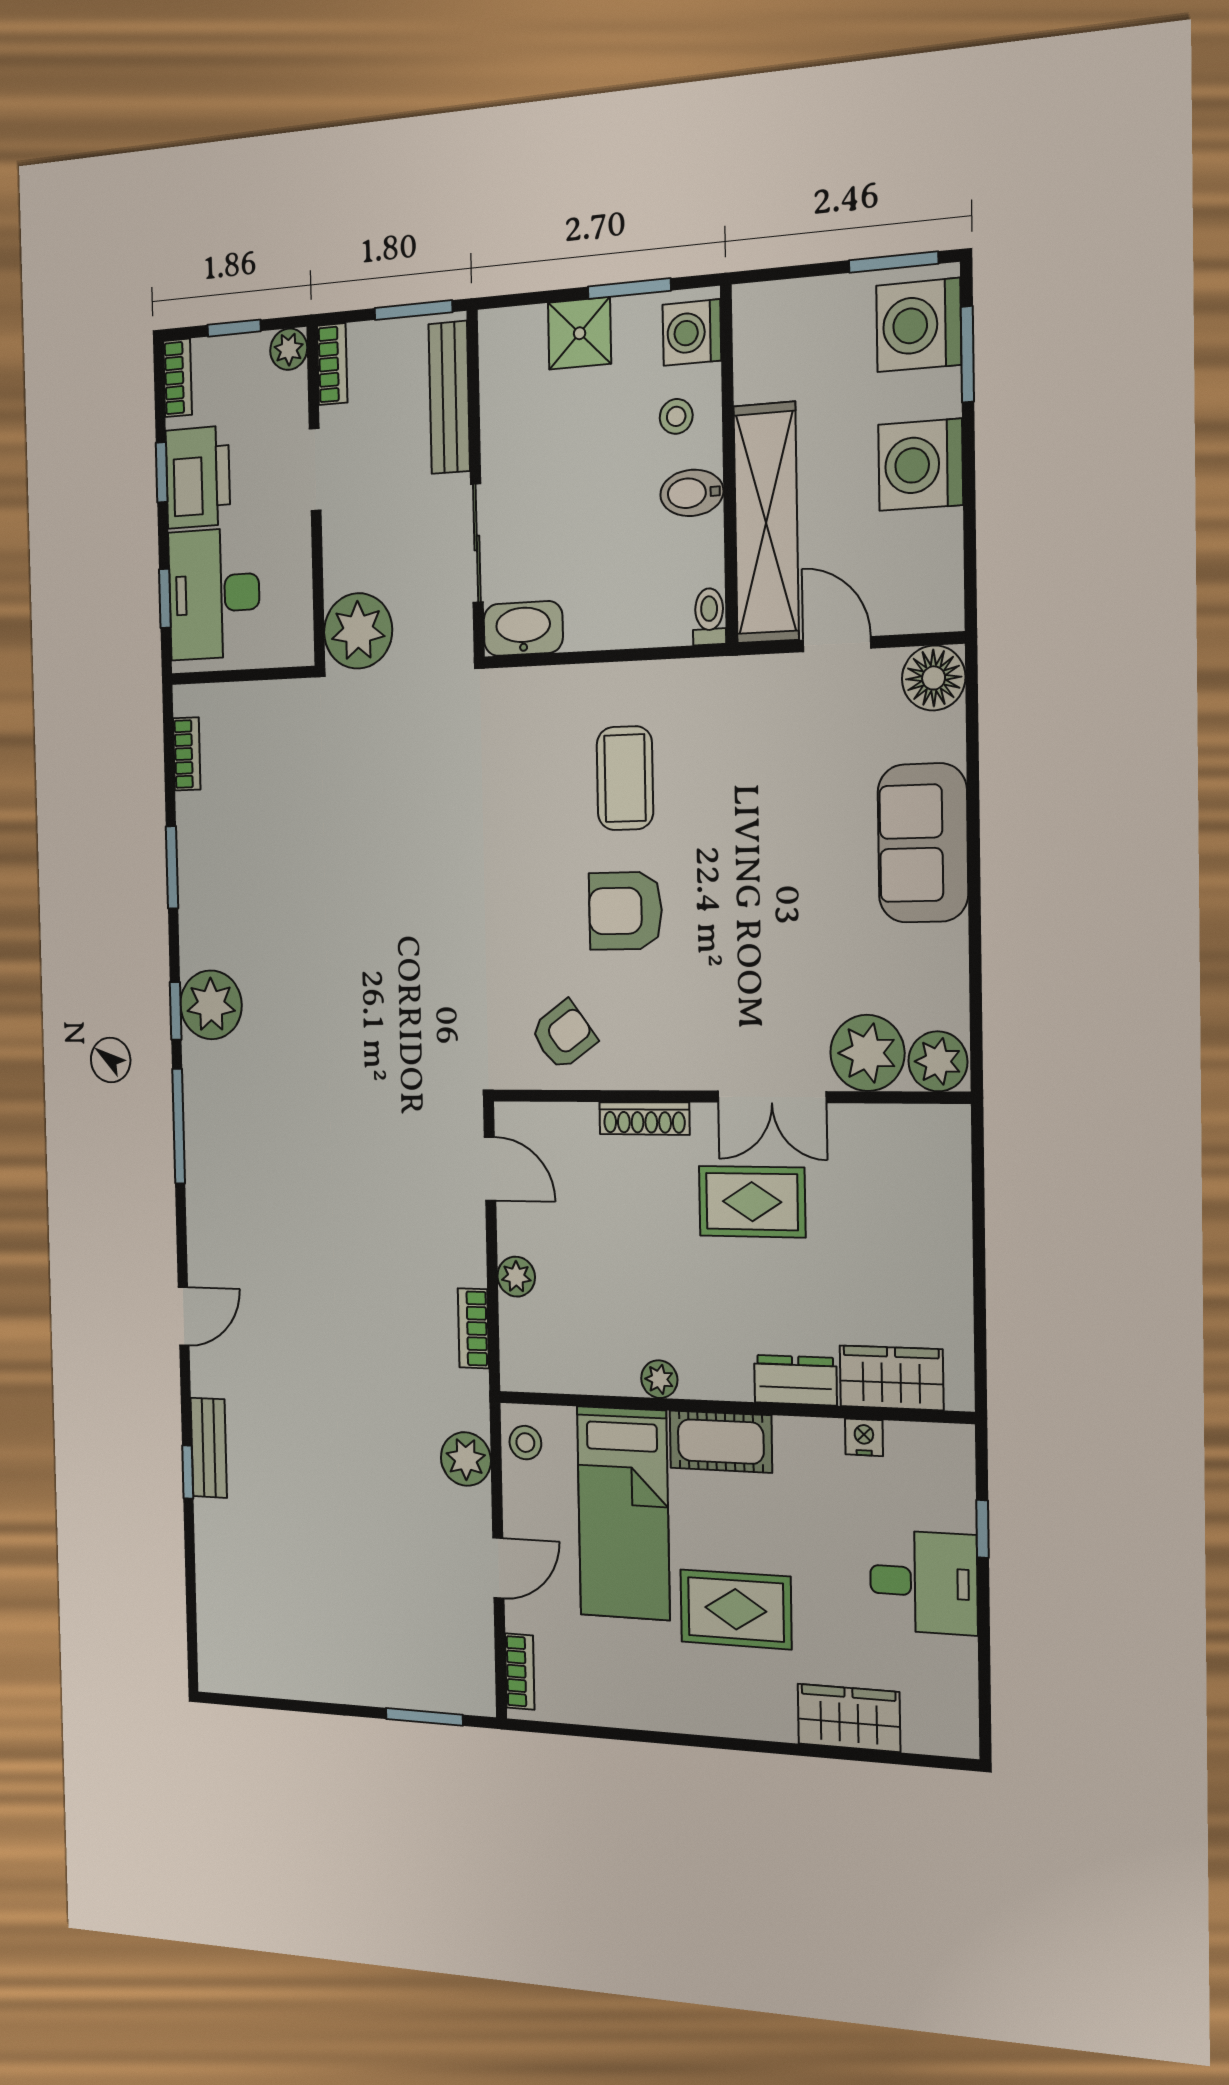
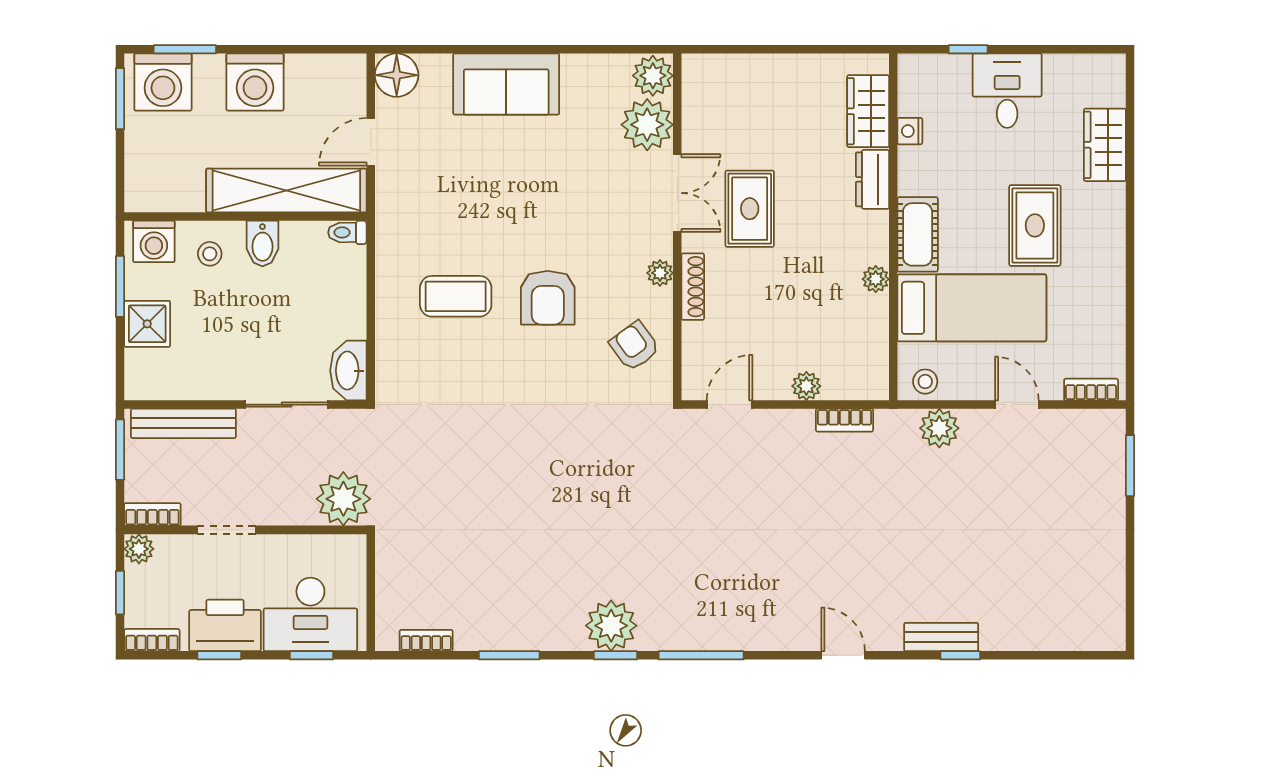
plant: (662, 1071) -> (660, 273), added

